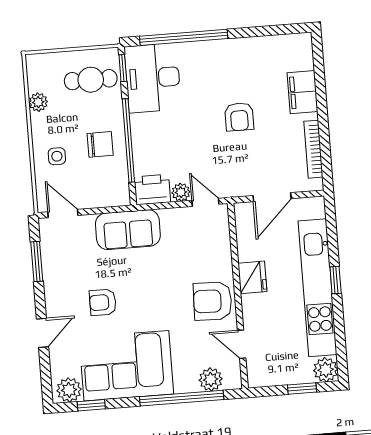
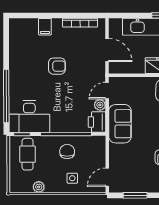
filing cabinet: (302, 92) -> (45, 27), width x0.50
sofa: (128, 230) -> (120, 124), moved

